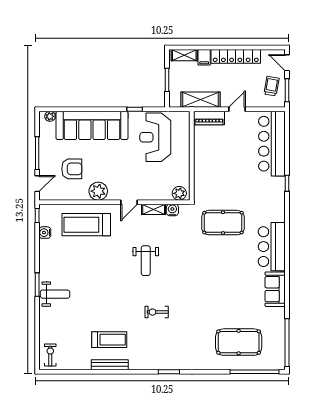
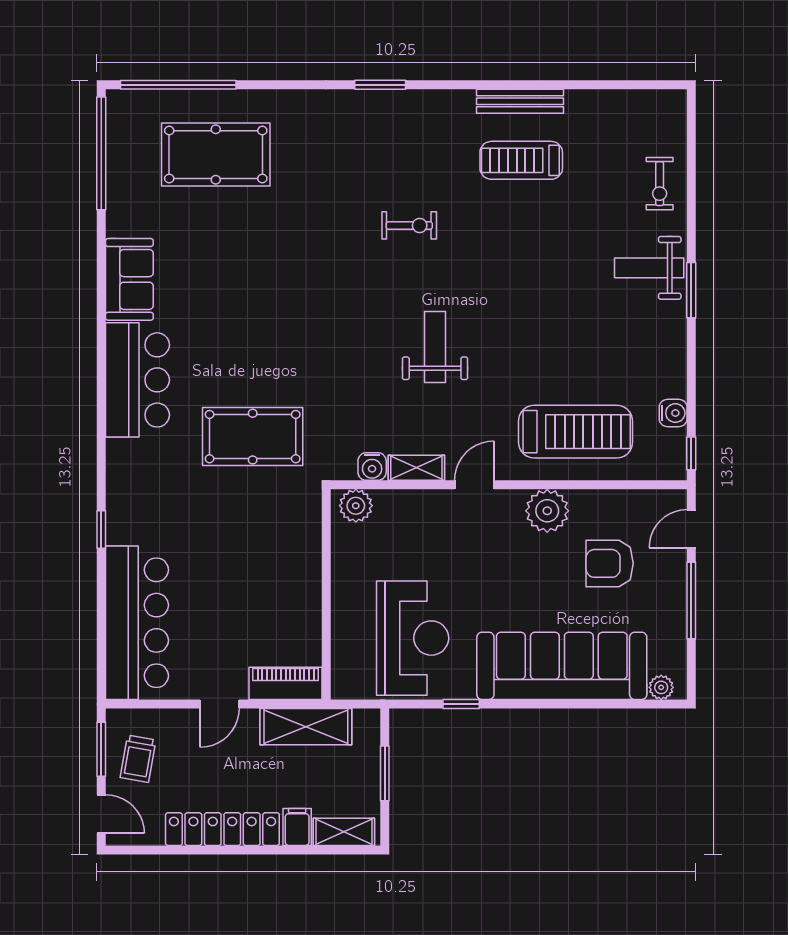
exercise bike: (50, 355) -> (660, 184), moved

